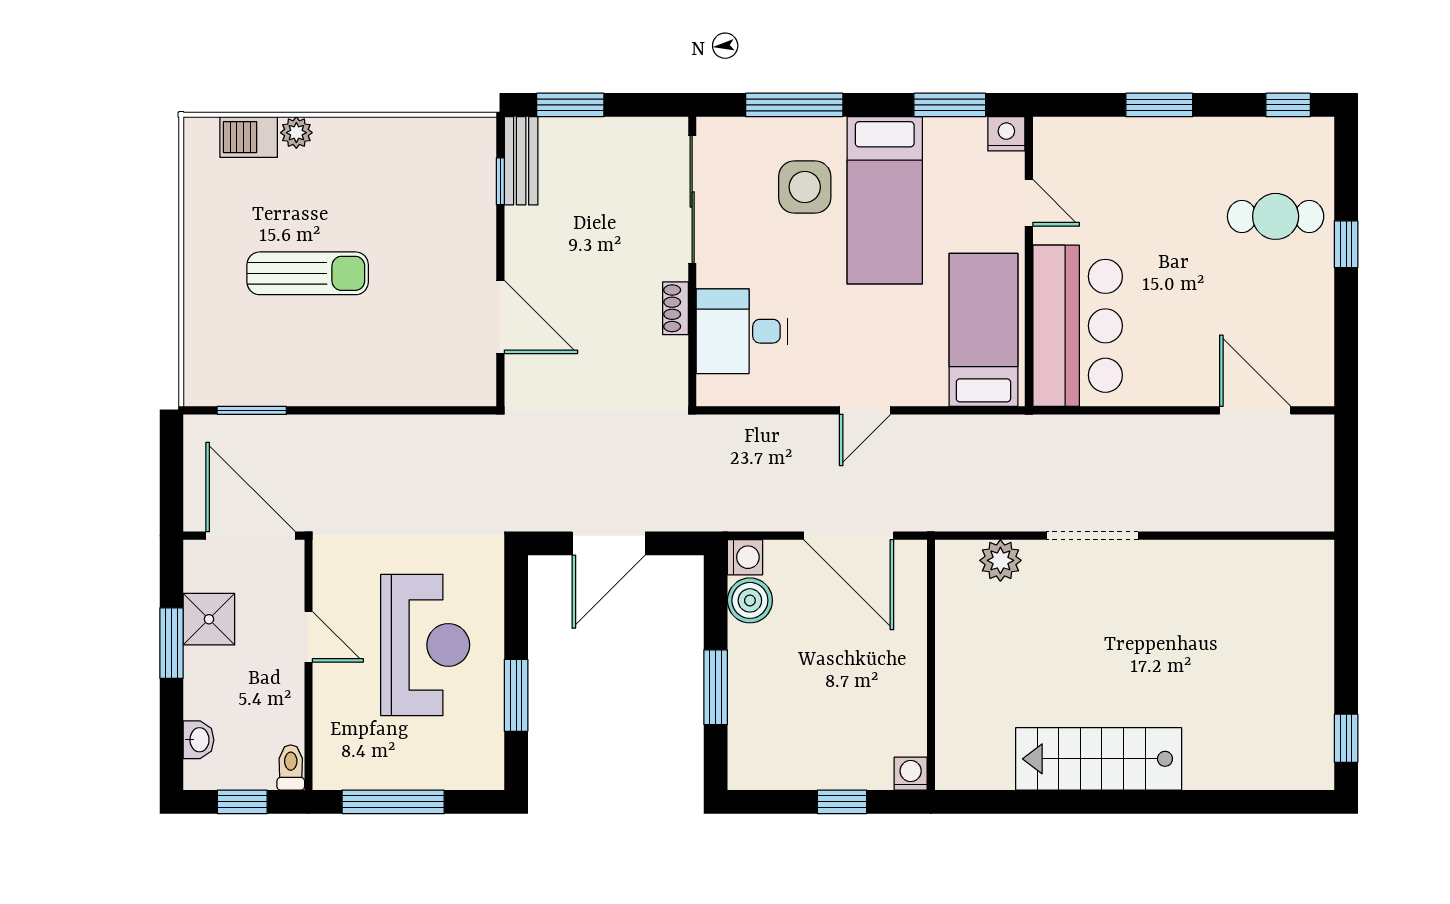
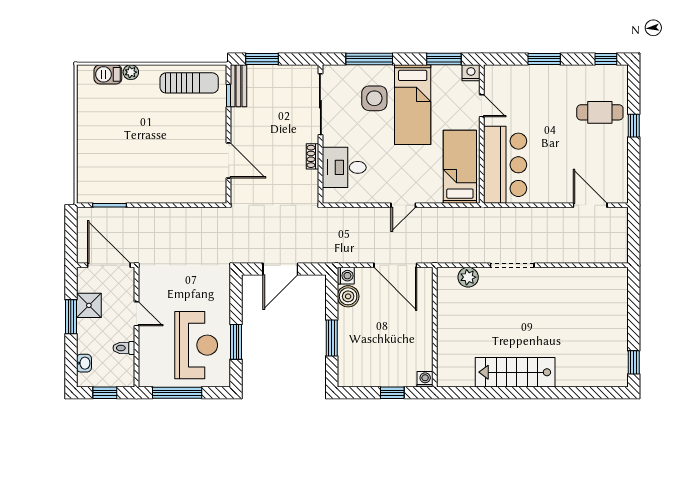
sun lounger: (308, 273) -> (189, 83), moved
reception desk: (425, 645) -> (196, 345), moved
toilet: (291, 767) -> (124, 348), moved, turned -90

